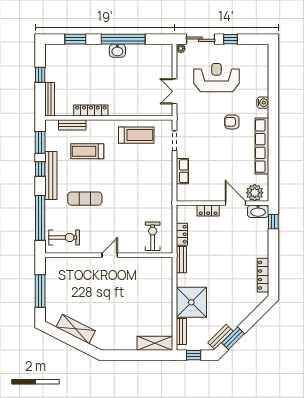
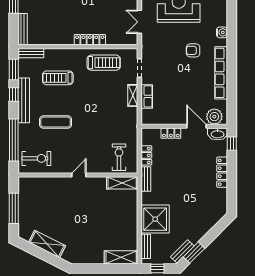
locker: (91, 110) -> (90, 40), moved
bench: (72, 125) -> (31, 53), moved
shelving: (167, 170) -> (133, 95), added
shelving: (156, 264) -> (122, 183), added
locker: (263, 275) -> (222, 172), moved

